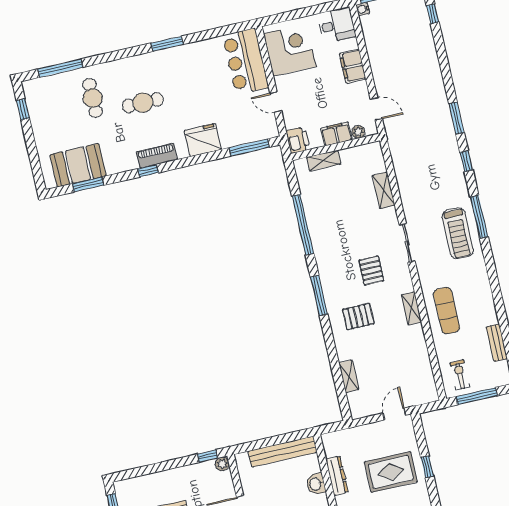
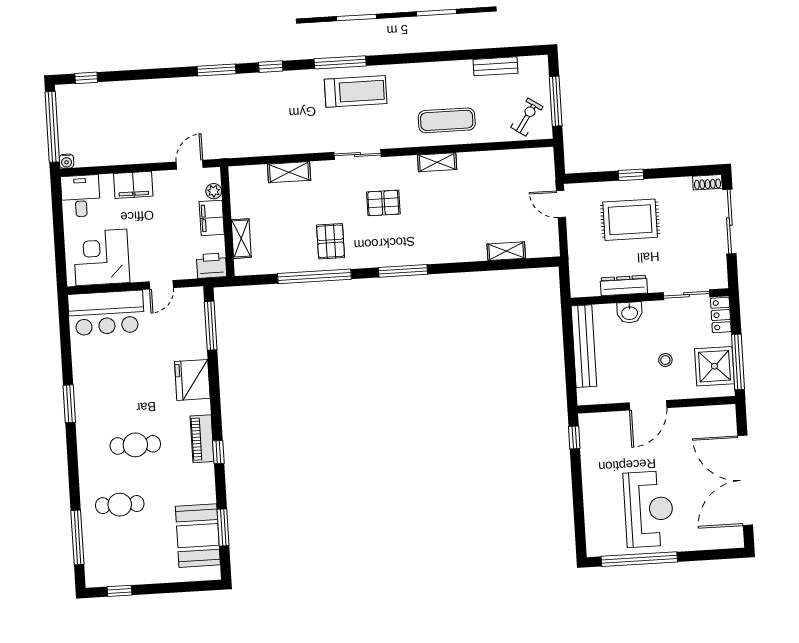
cafe table: (143, 103) -> (135, 445), turned 90
pallet: (358, 317) -> (331, 241), moved
exercise bike: (460, 375) -> (527, 117), turned 124
plant: (222, 464) -> (587, 421), removed
rug: (391, 472) -> (630, 220), turned 90

